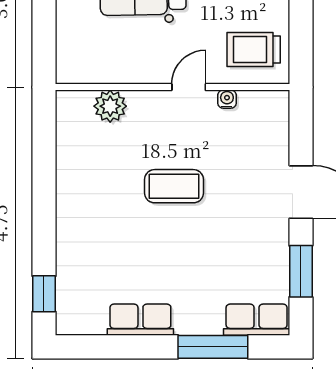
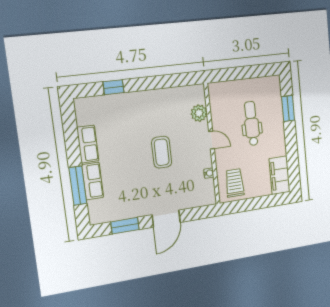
door: (189, 87) -> (212, 140), moved
window: (44, 294) -> (114, 87), moved
row of seats: (257, 320) -> (93, 181), moved

